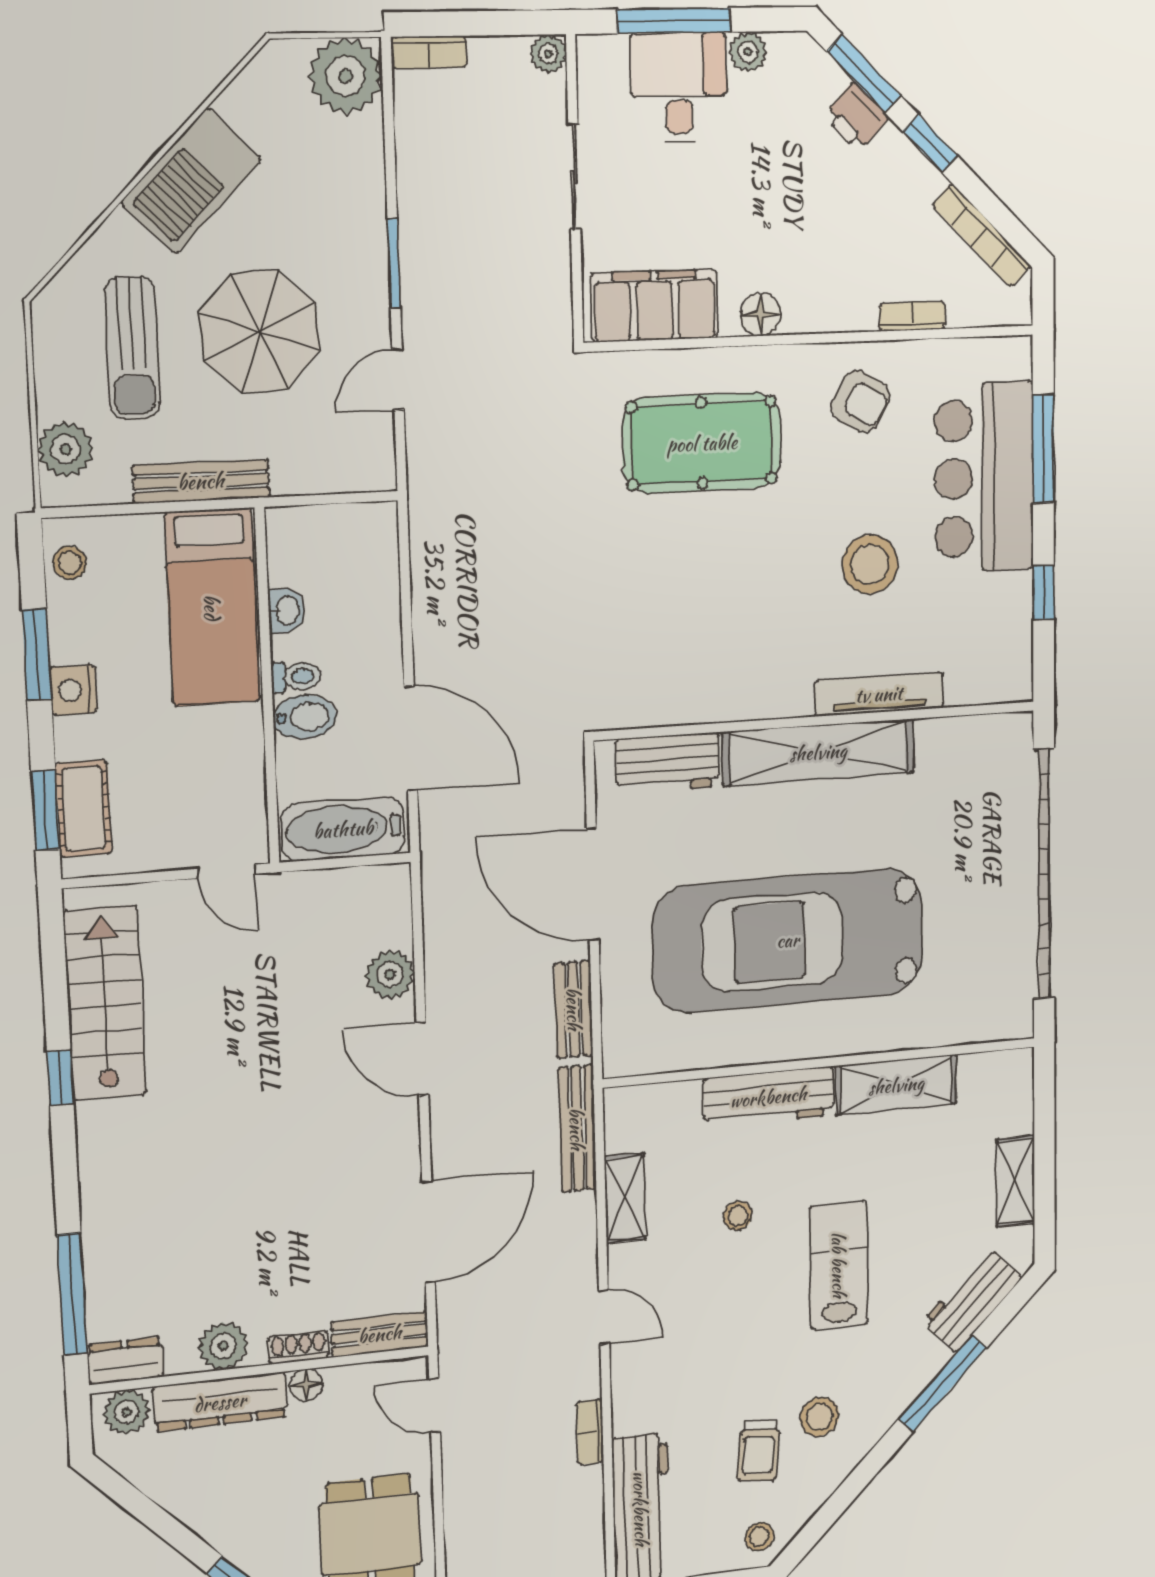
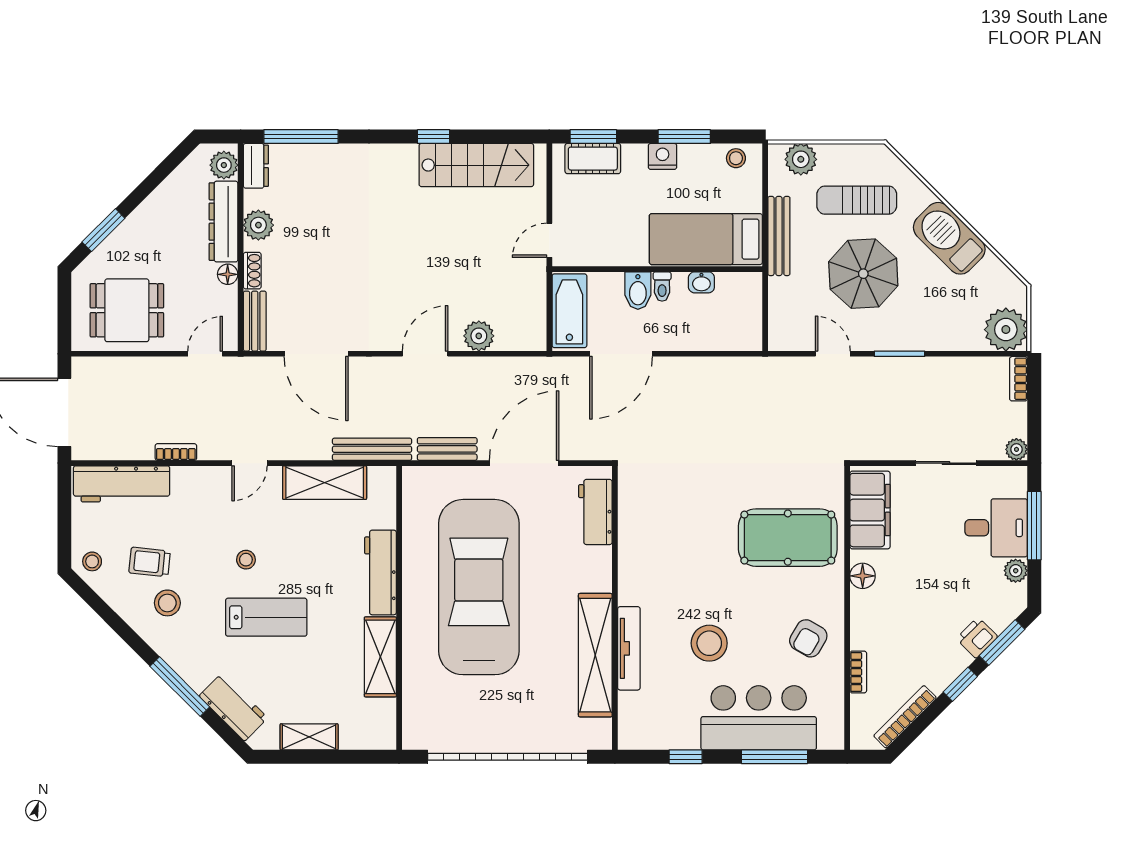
pool table: (702, 443) -> (788, 538), turned 90
shelving: (818, 752) -> (595, 655), moved
shelving: (625, 1198) -> (325, 483), width x1.50, depth x1.33
stool: (738, 1216) -> (246, 560), moved

